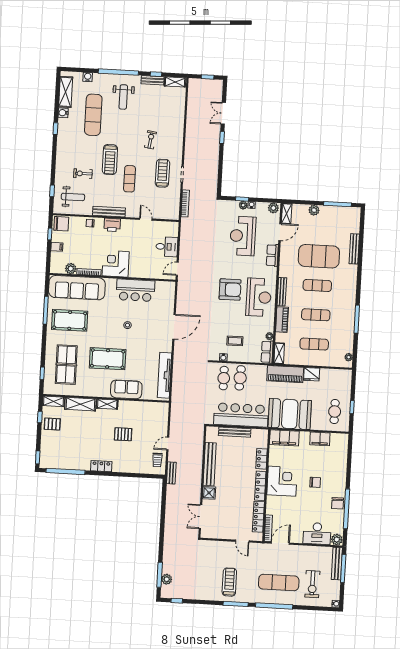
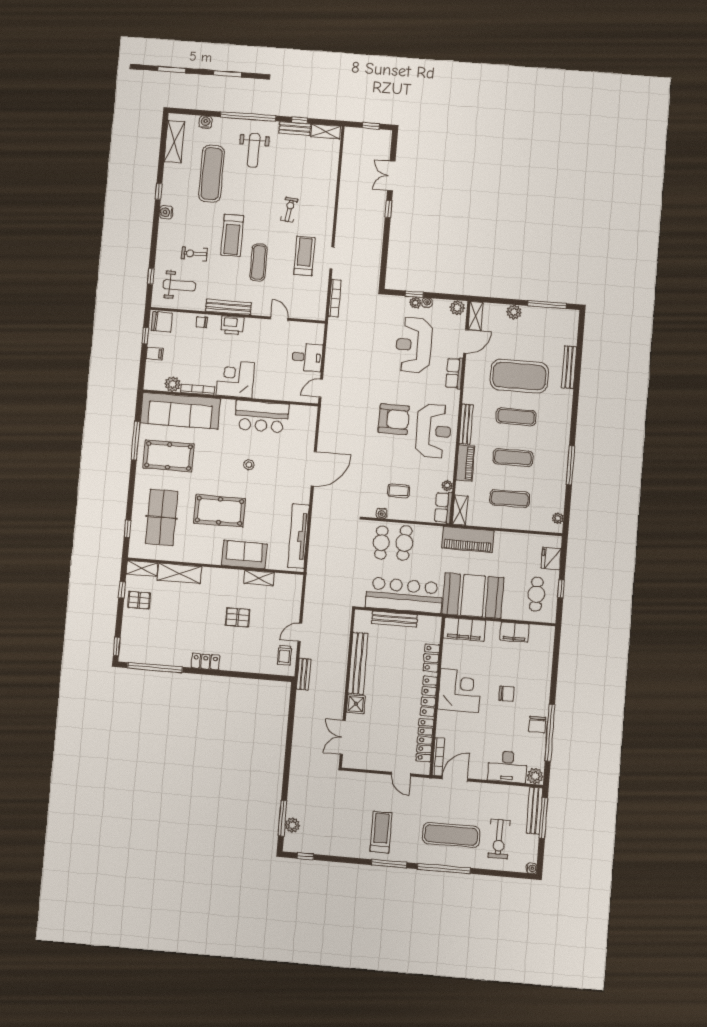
water cooler: (63, 113) -> (166, 212), moved
fridge: (312, 374) -> (551, 558), moved, turned 90
shelving: (107, 404) -> (259, 578), moved

